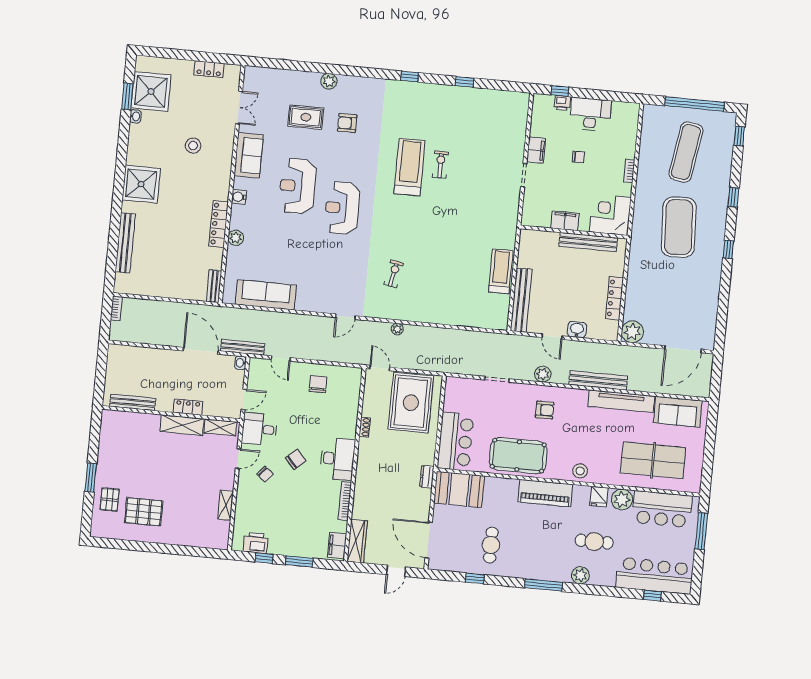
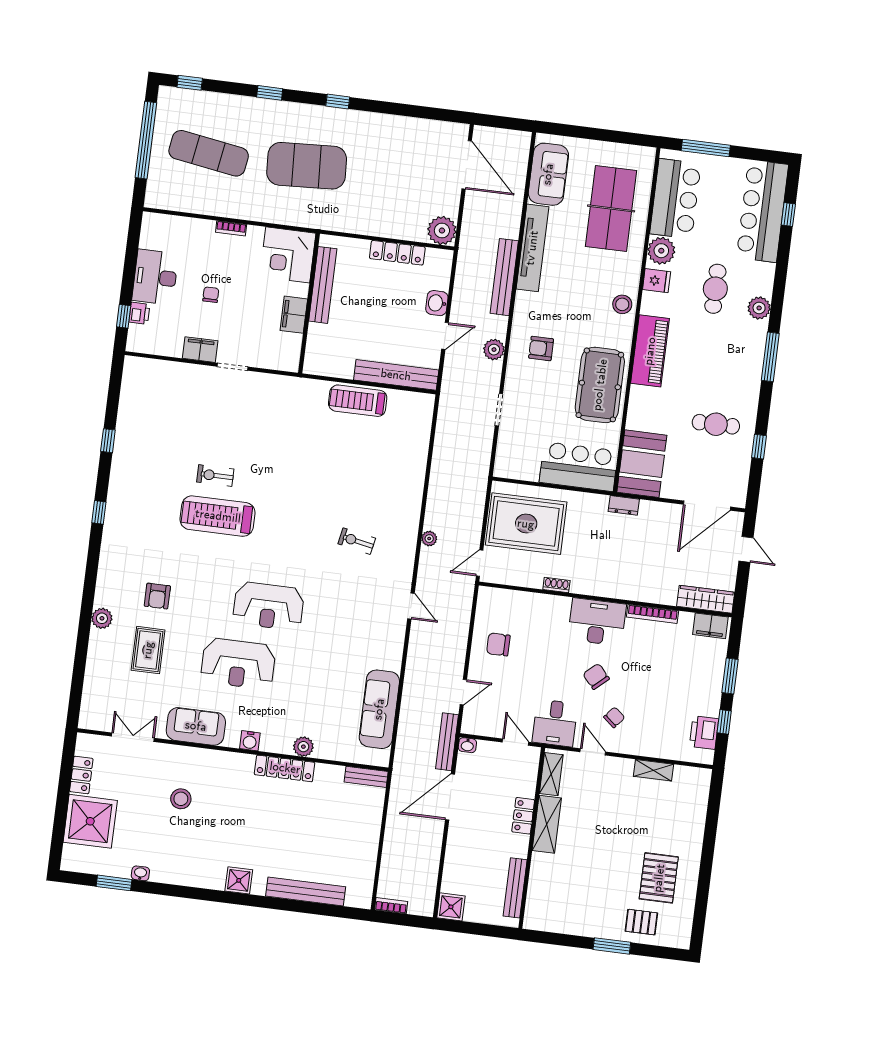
shower: (151, 91) -> (90, 821), moved
shower: (141, 184) -> (239, 880), width x0.54, depth x0.54
shower: (117, 354) -> (451, 907), added
armchair: (545, 410) -> (541, 348), turned -90

